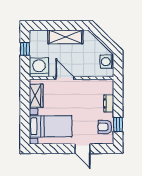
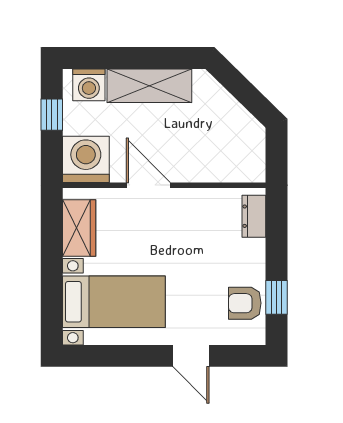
washing machine: (107, 62) -> (89, 85), moved, turned -90
dresser: (109, 103) -> (254, 216), moved

